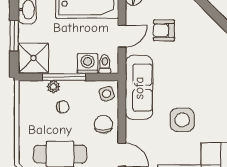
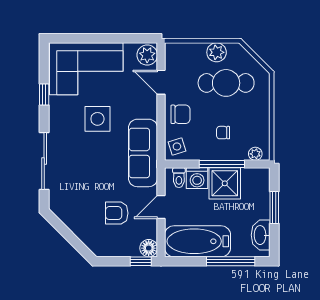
armchair: (164, 30) -> (117, 213), turned 180
shower: (33, 58) -> (225, 183), moved
plant: (54, 87) -> (255, 154), moved
chair: (103, 124) -> (180, 114), turned -90

